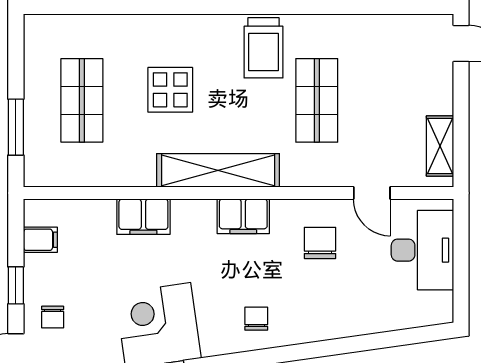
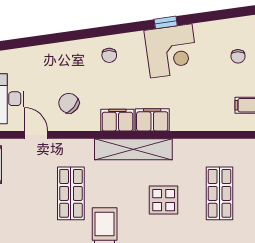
filing cabinet: (143, 217) -> (152, 120), moved
chair: (320, 243) -> (69, 103), turned 129
chair: (53, 317) -> (238, 56), turned 180

